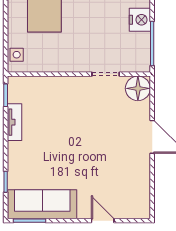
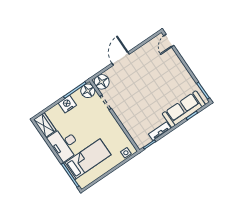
floor lamp: (139, 61) -> (88, 91), added
sofa: (42, 204) -> (184, 109), moved, turned 90
door: (103, 221) -> (169, 41), moved

